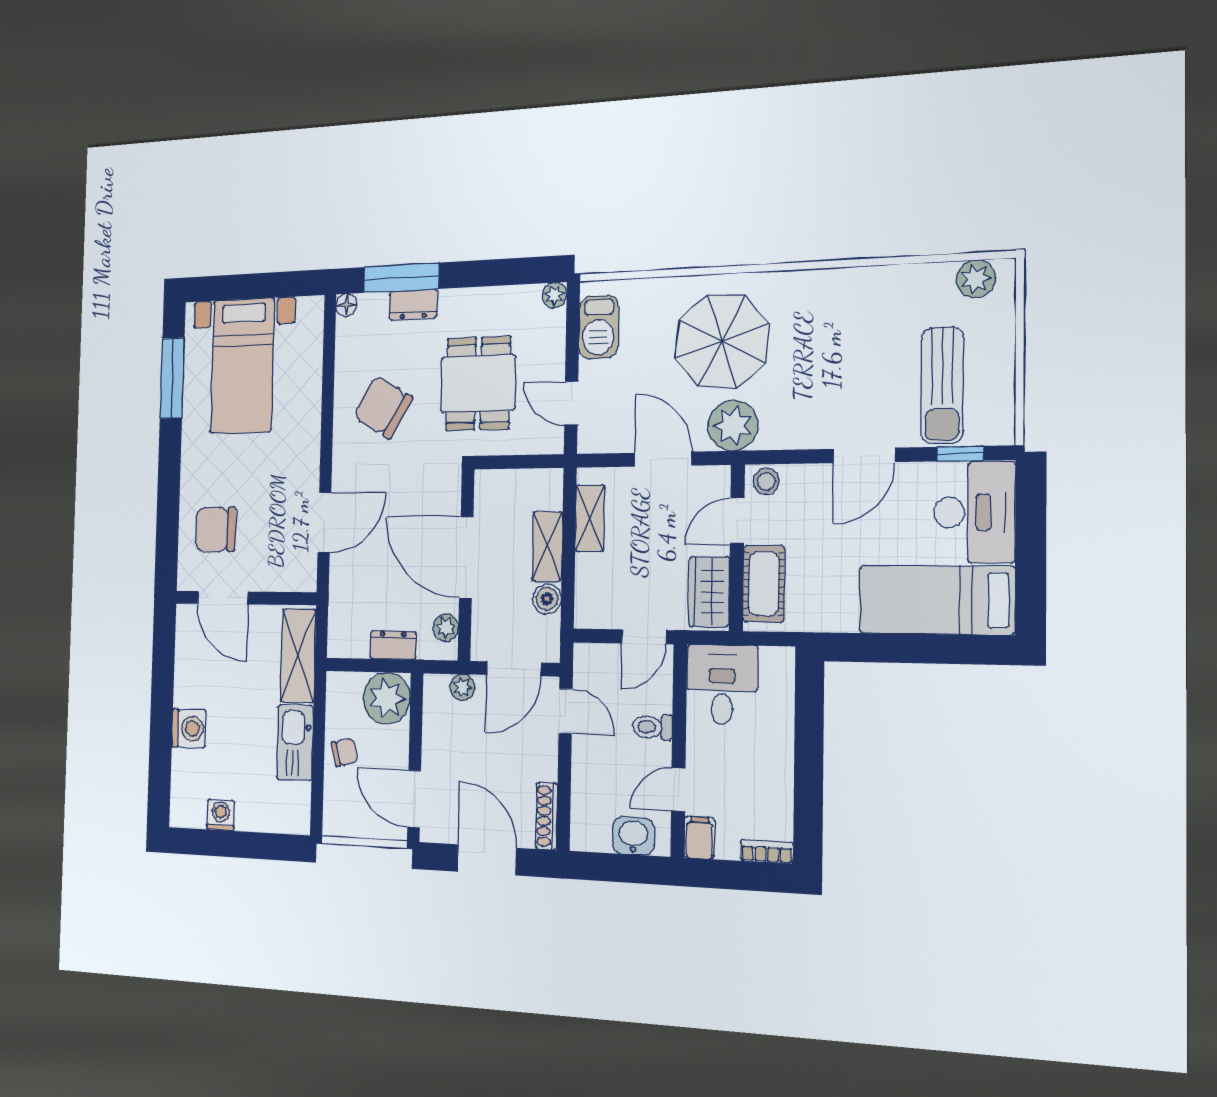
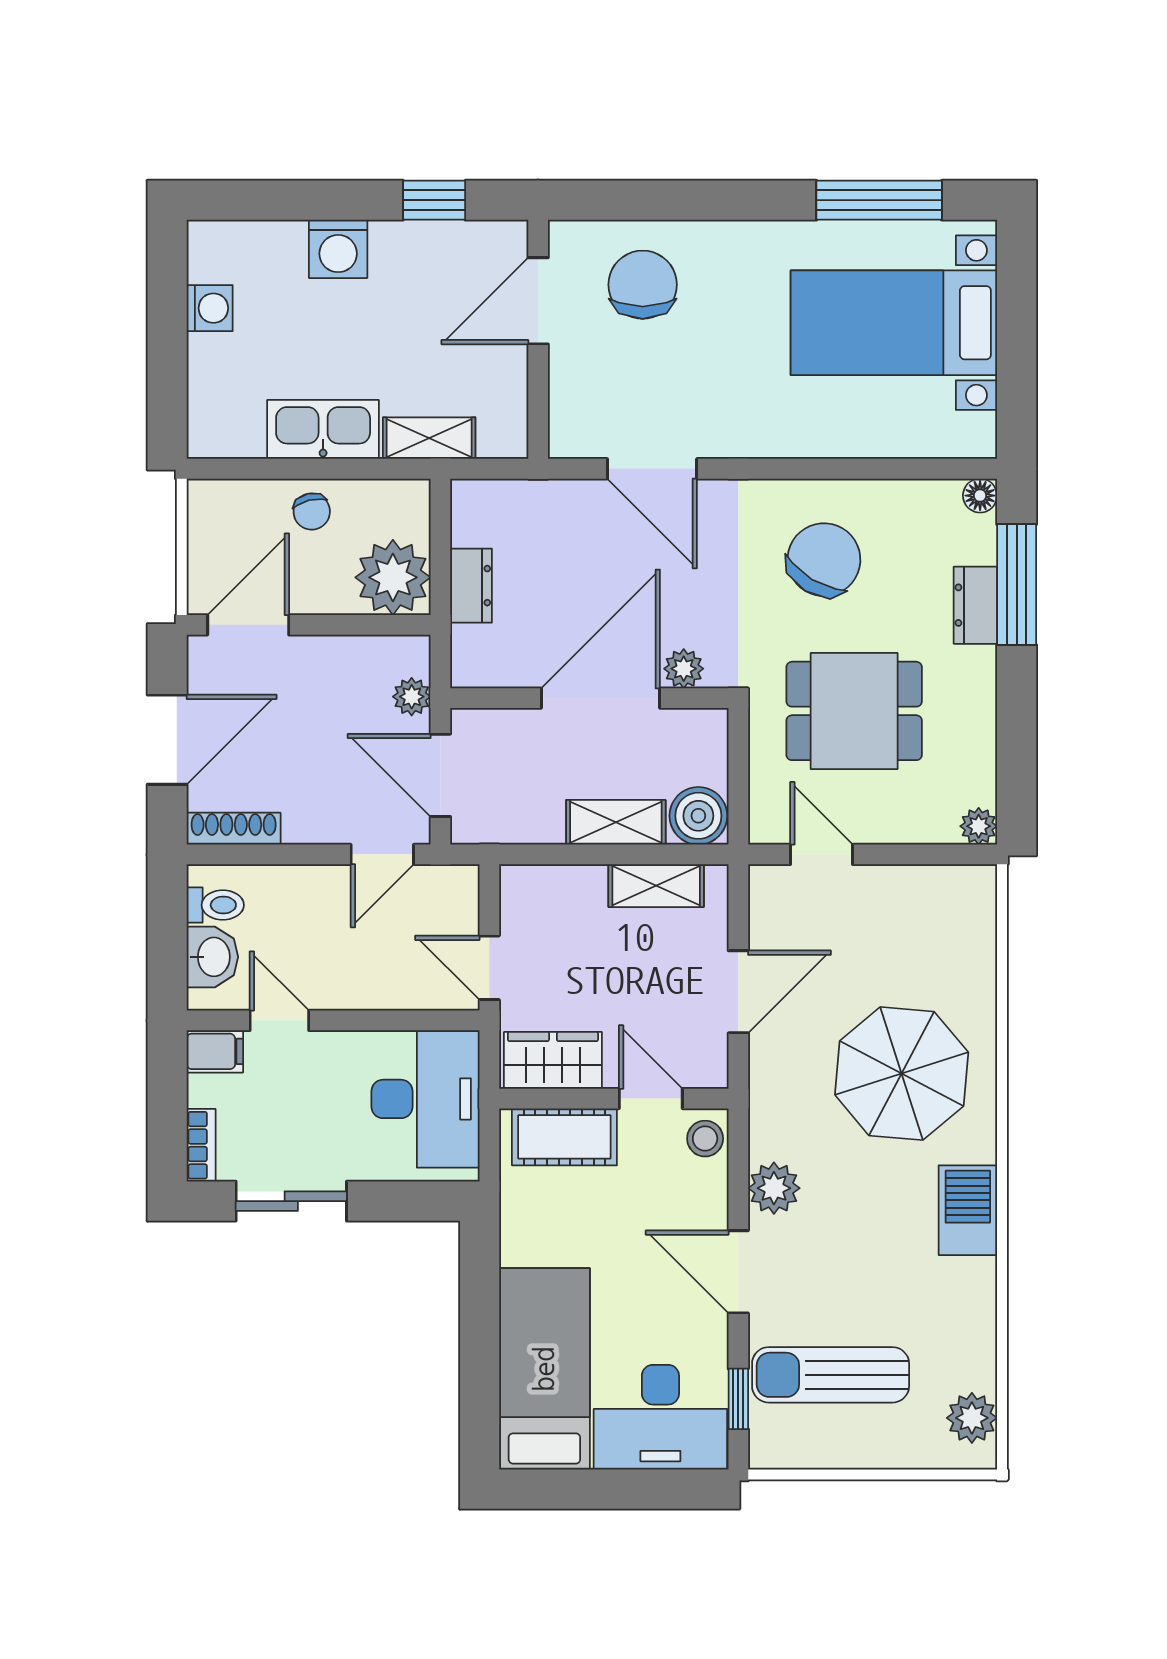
barbecue: (599, 327) -> (968, 1210), moved, turned 90
door: (571, 403) -> (822, 854), hinge flipped
plant: (733, 426) -> (774, 1188), moved, width x0.73, depth x0.73
boiler: (547, 599) -> (698, 816), moved, width x1.36, depth x1.36
plant: (446, 628) -> (684, 669), moved
shelving: (298, 656) -> (429, 438), width x0.67, depth x0.75
window: (163, 665) -> (434, 200), added
desk: (722, 684) -> (426, 1099), width x1.37
toilet: (652, 727) -> (215, 905), moved, turned 90
sliding door: (808, 787) -> (291, 1201), added

